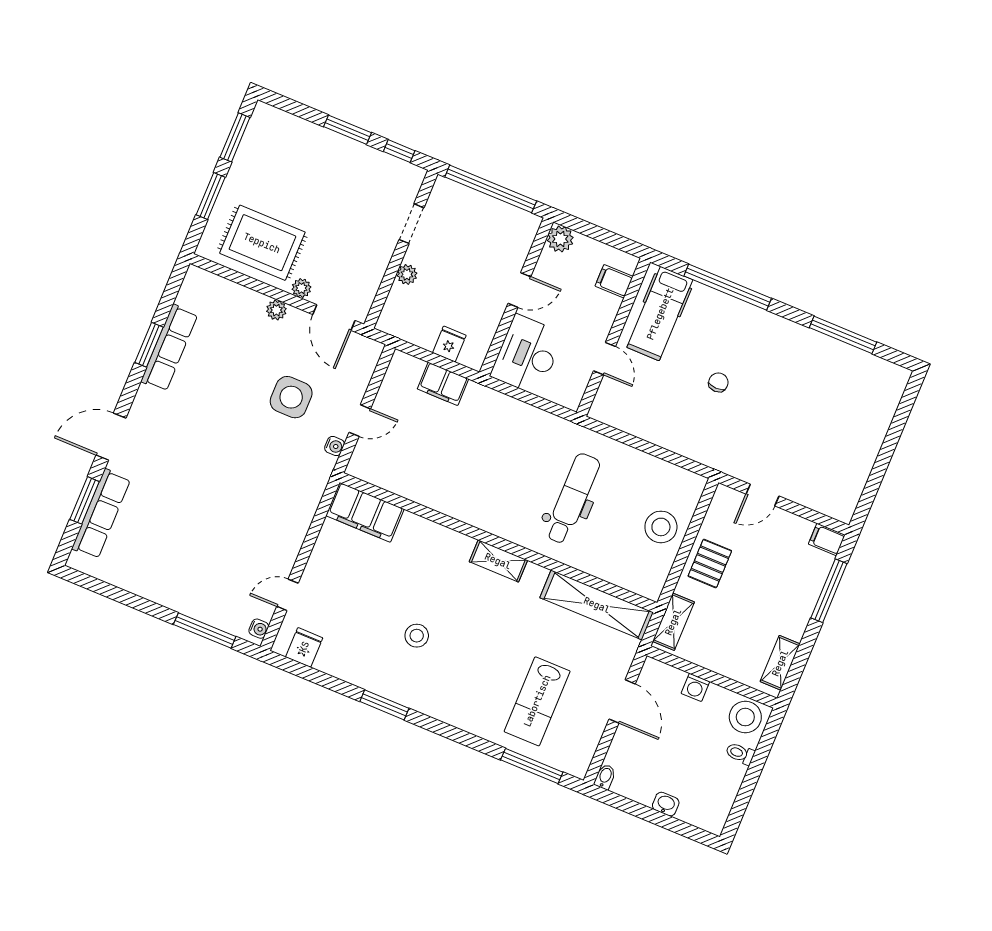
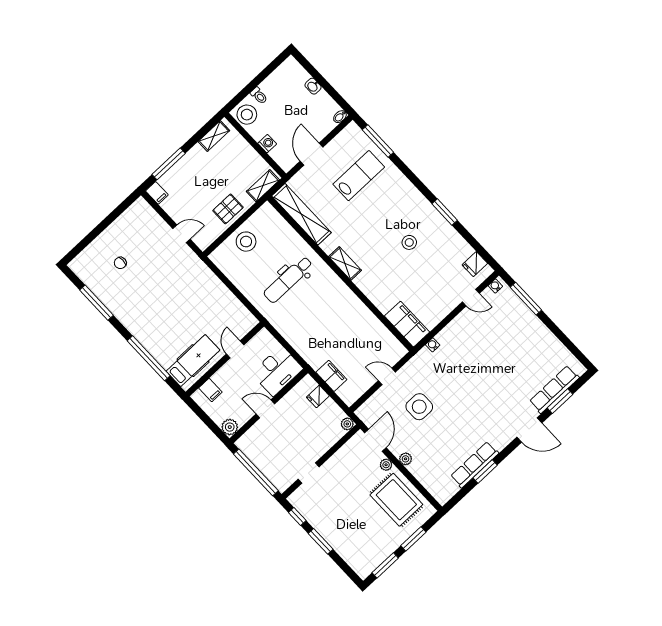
plant: (407, 274) -> (347, 424), moved
chair: (718, 382) -> (120, 263), moved
water cooler: (334, 446) -> (433, 345), moved

